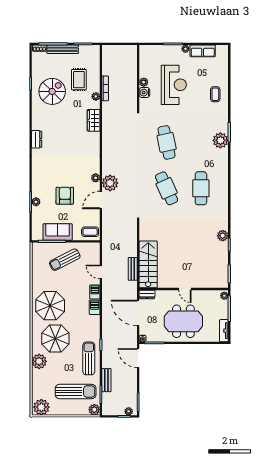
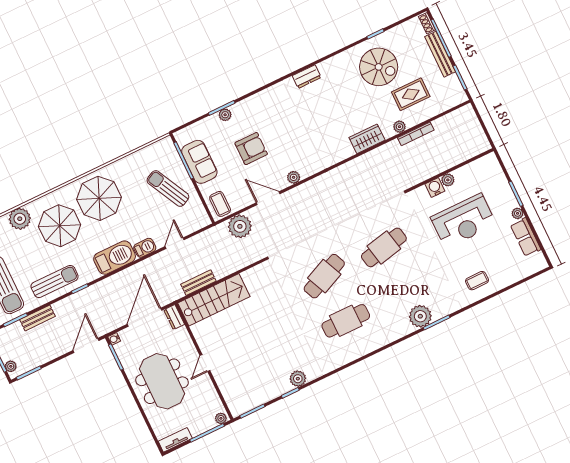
plant: (110, 183) -> (240, 226), moved
barbecue: (95, 307) -> (115, 258), width x1.88, depth x1.53

